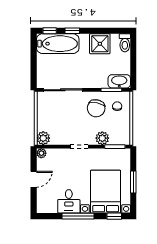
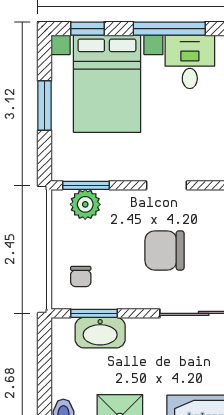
washbasin: (119, 81) -> (100, 333), moved
chair: (96, 108) -> (164, 250), moved, turned -101
plant: (102, 138) -> (85, 204), moved

